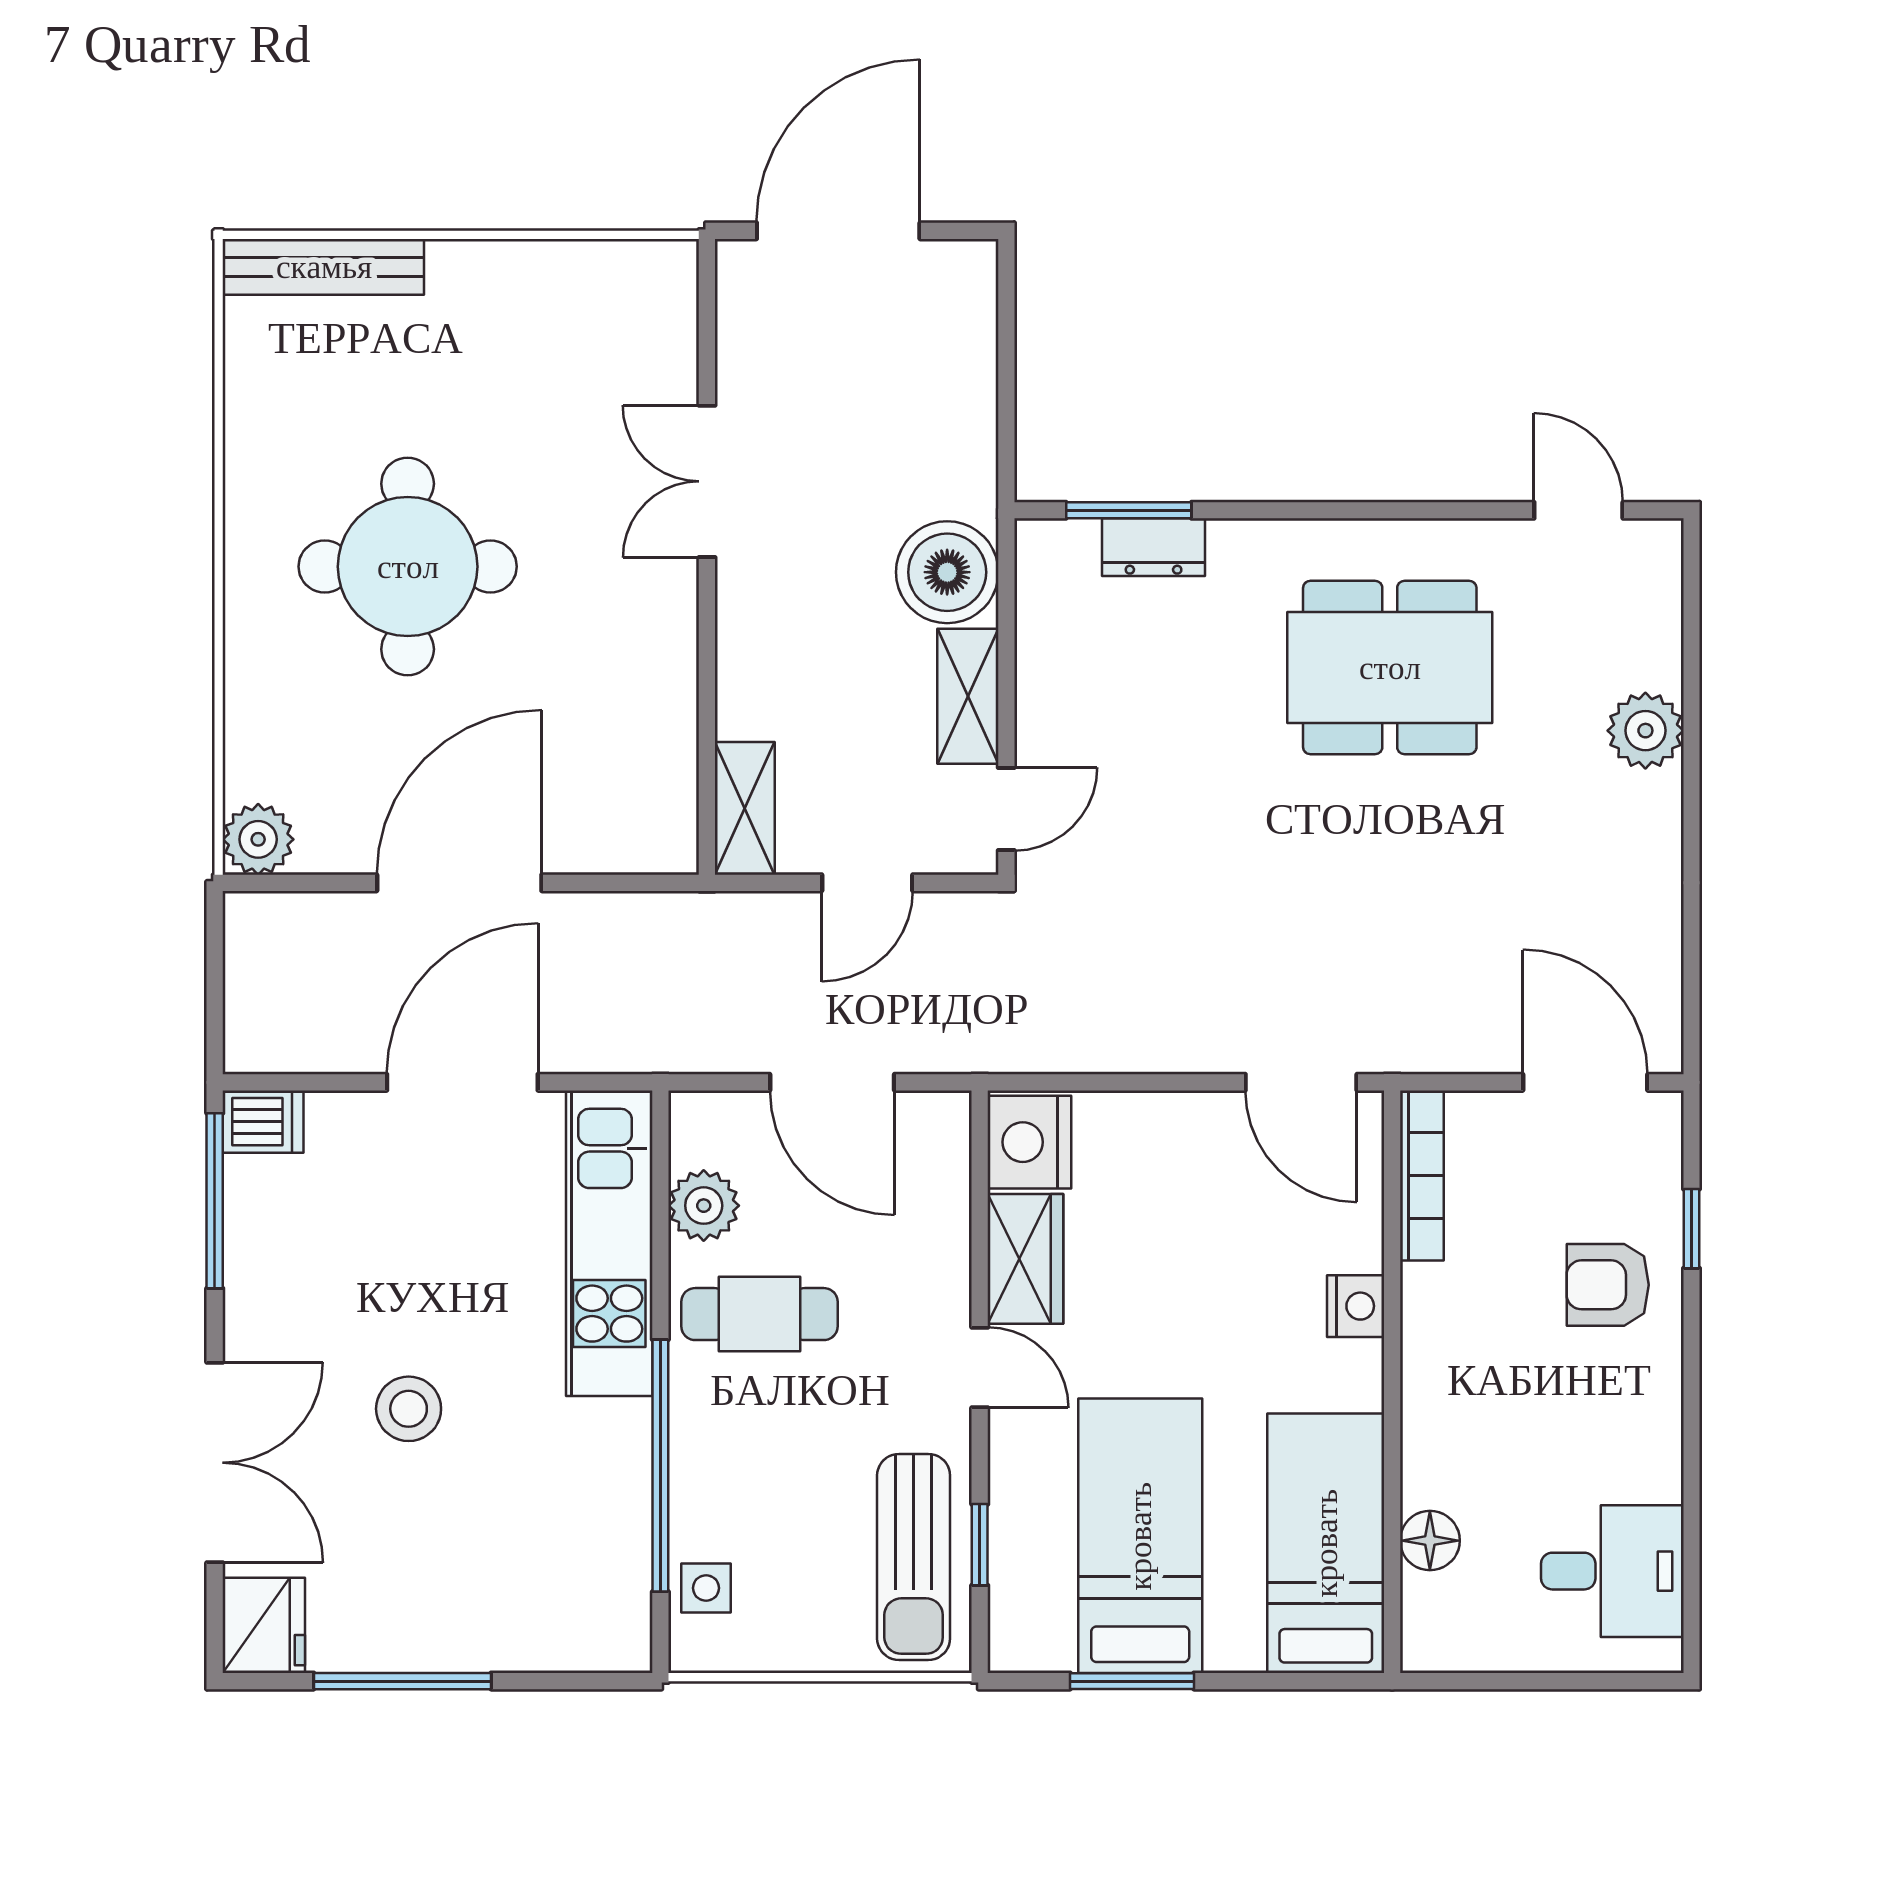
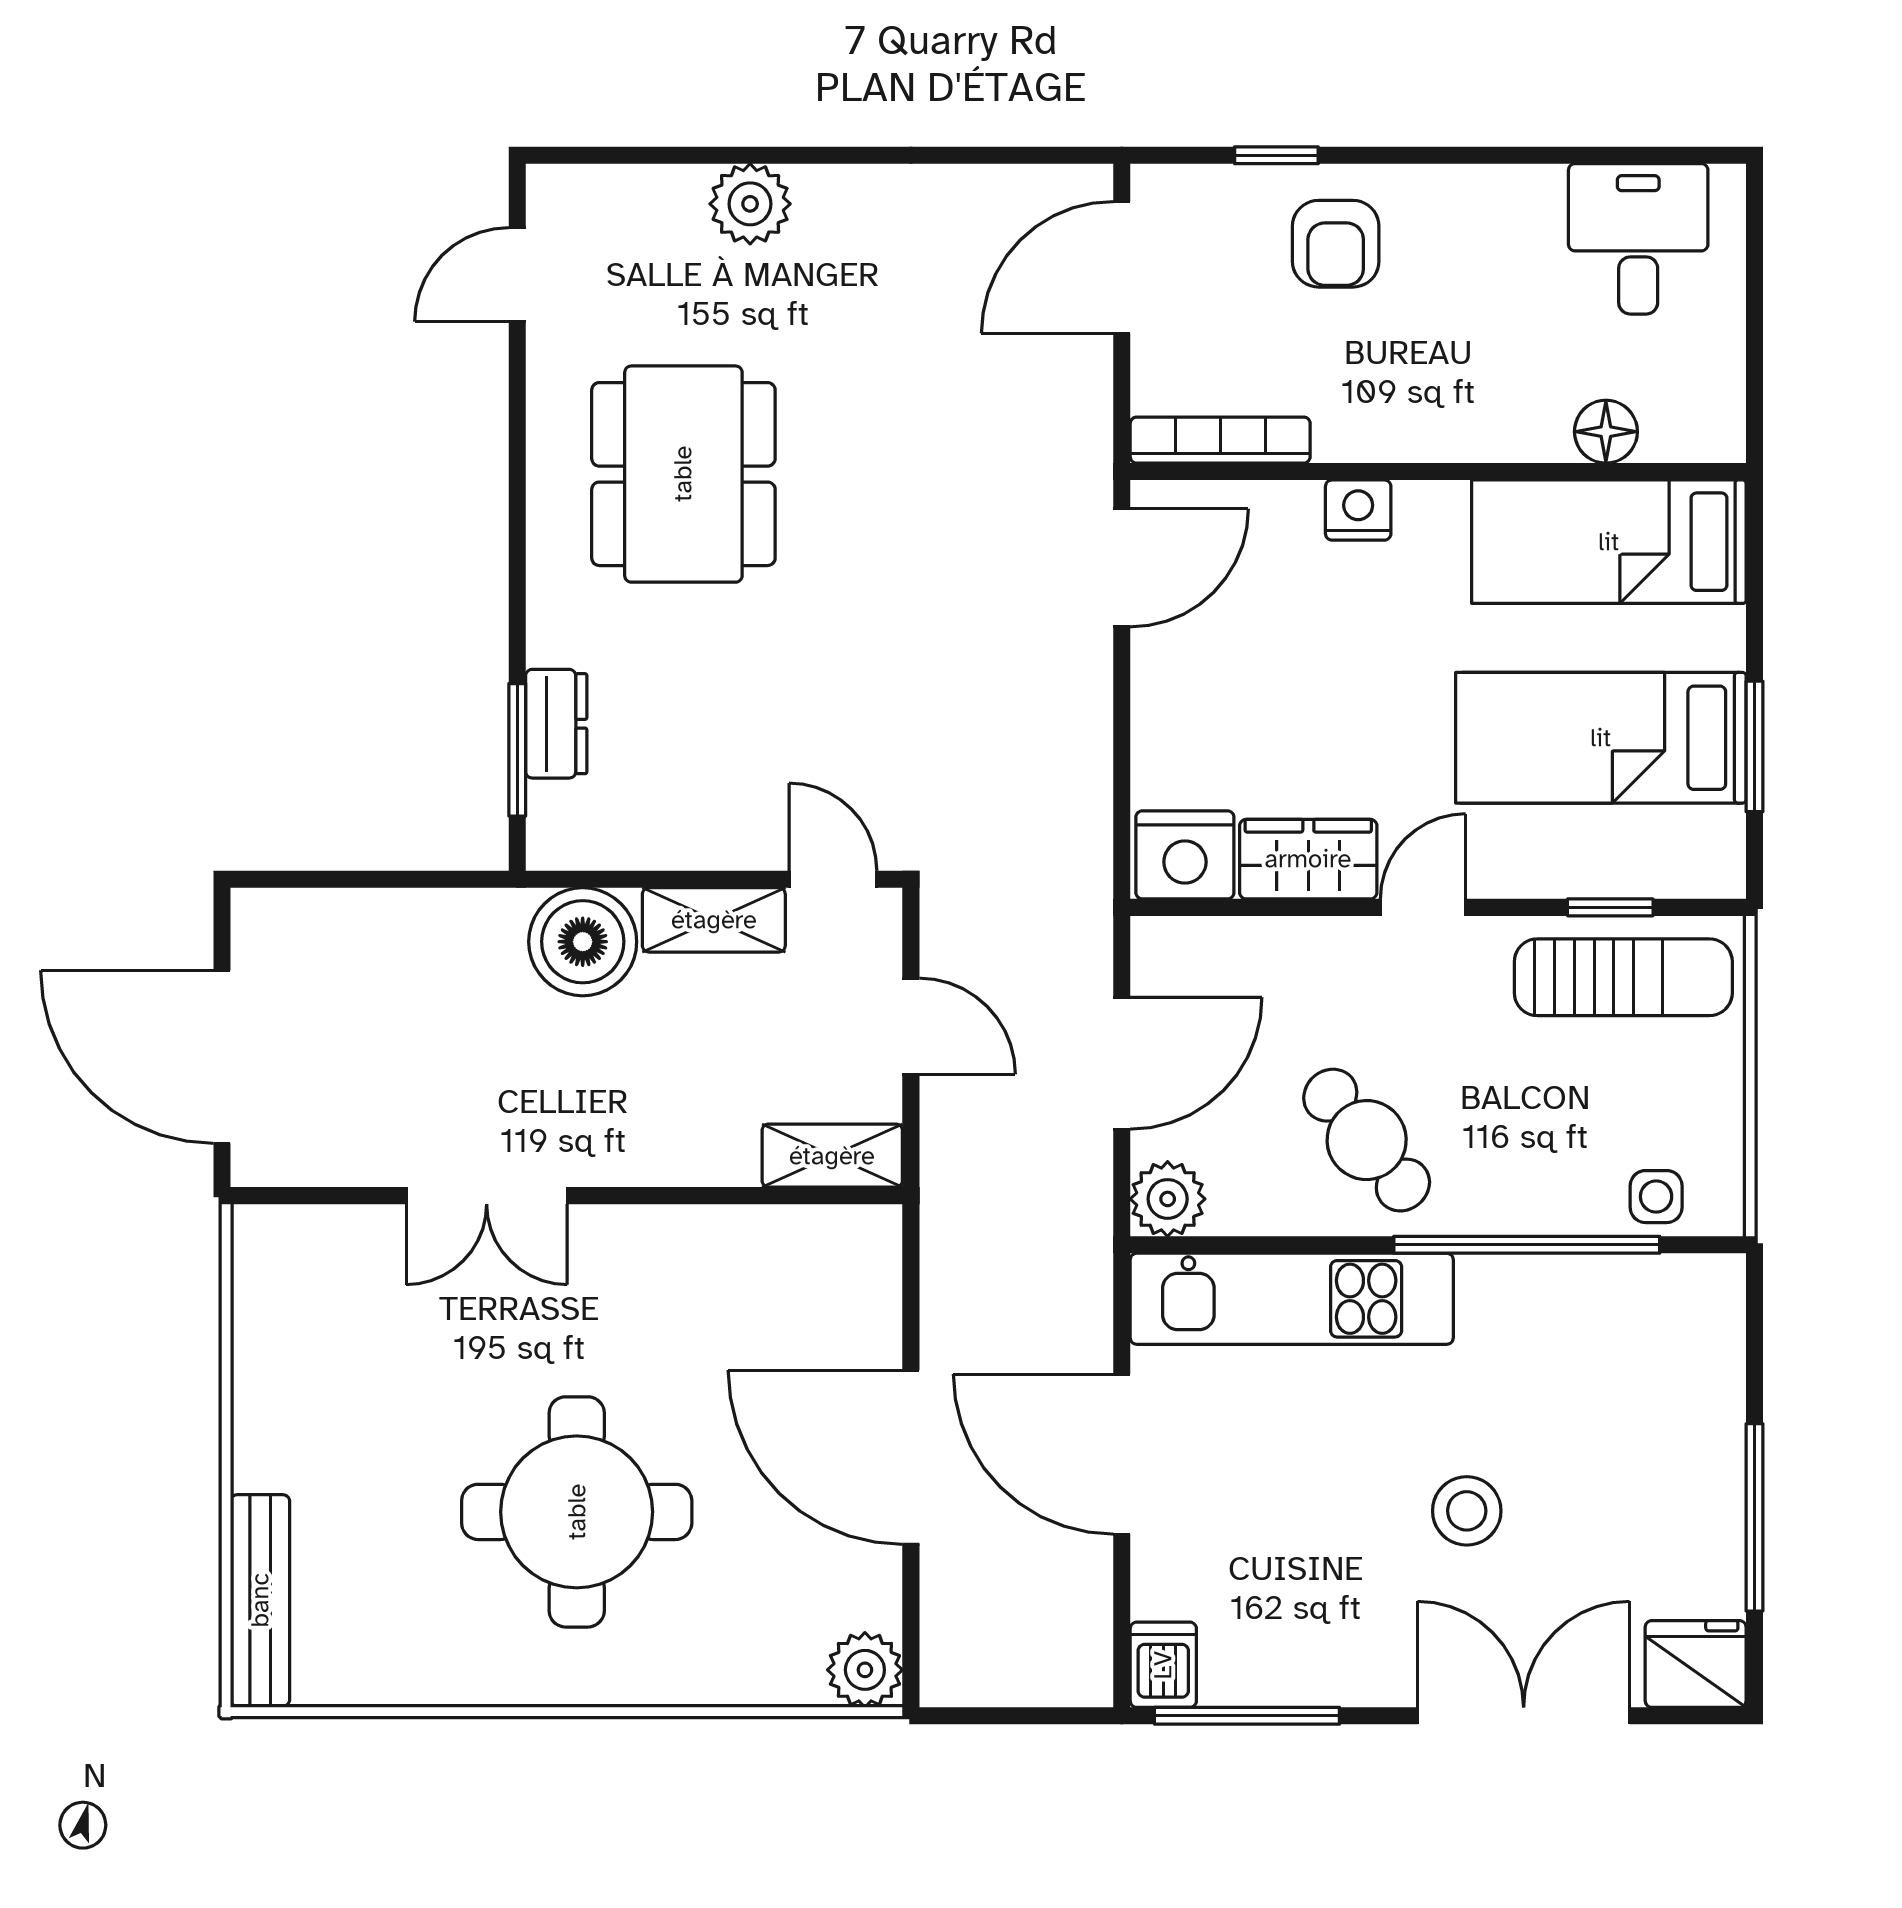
plant: (704, 1206) -> (1168, 1199), moved
cafe table: (759, 1314) -> (1367, 1140), turned -39

